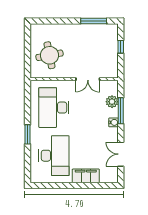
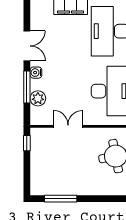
window: (121, 47) -> (27, 143), moved
double door: (121, 154) -> (27, 46), moved

